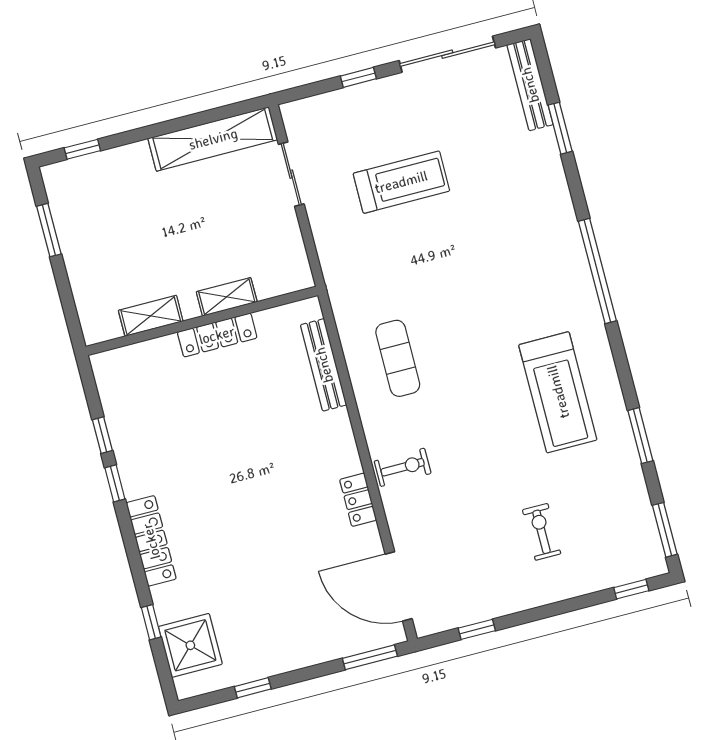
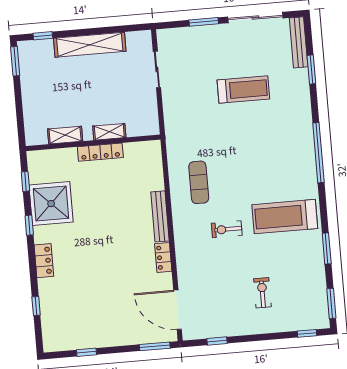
window: (358, 77) -> (204, 22), width x1.50
shelving: (213, 139) -> (90, 45), moved
treadmill: (401, 182) -> (243, 89), moved
window: (49, 230) -> (15, 61), moved
bench: (324, 365) -> (160, 216), moved
treadmill: (558, 392) -> (285, 217), turned 90
window: (102, 435) -> (25, 181), moved
exercise bike: (403, 467) -> (227, 229), moved, turned 180
locker: (151, 541) -> (44, 261), width x0.66
shower: (190, 645) -> (51, 204), moved, width x1.37, depth x1.37

